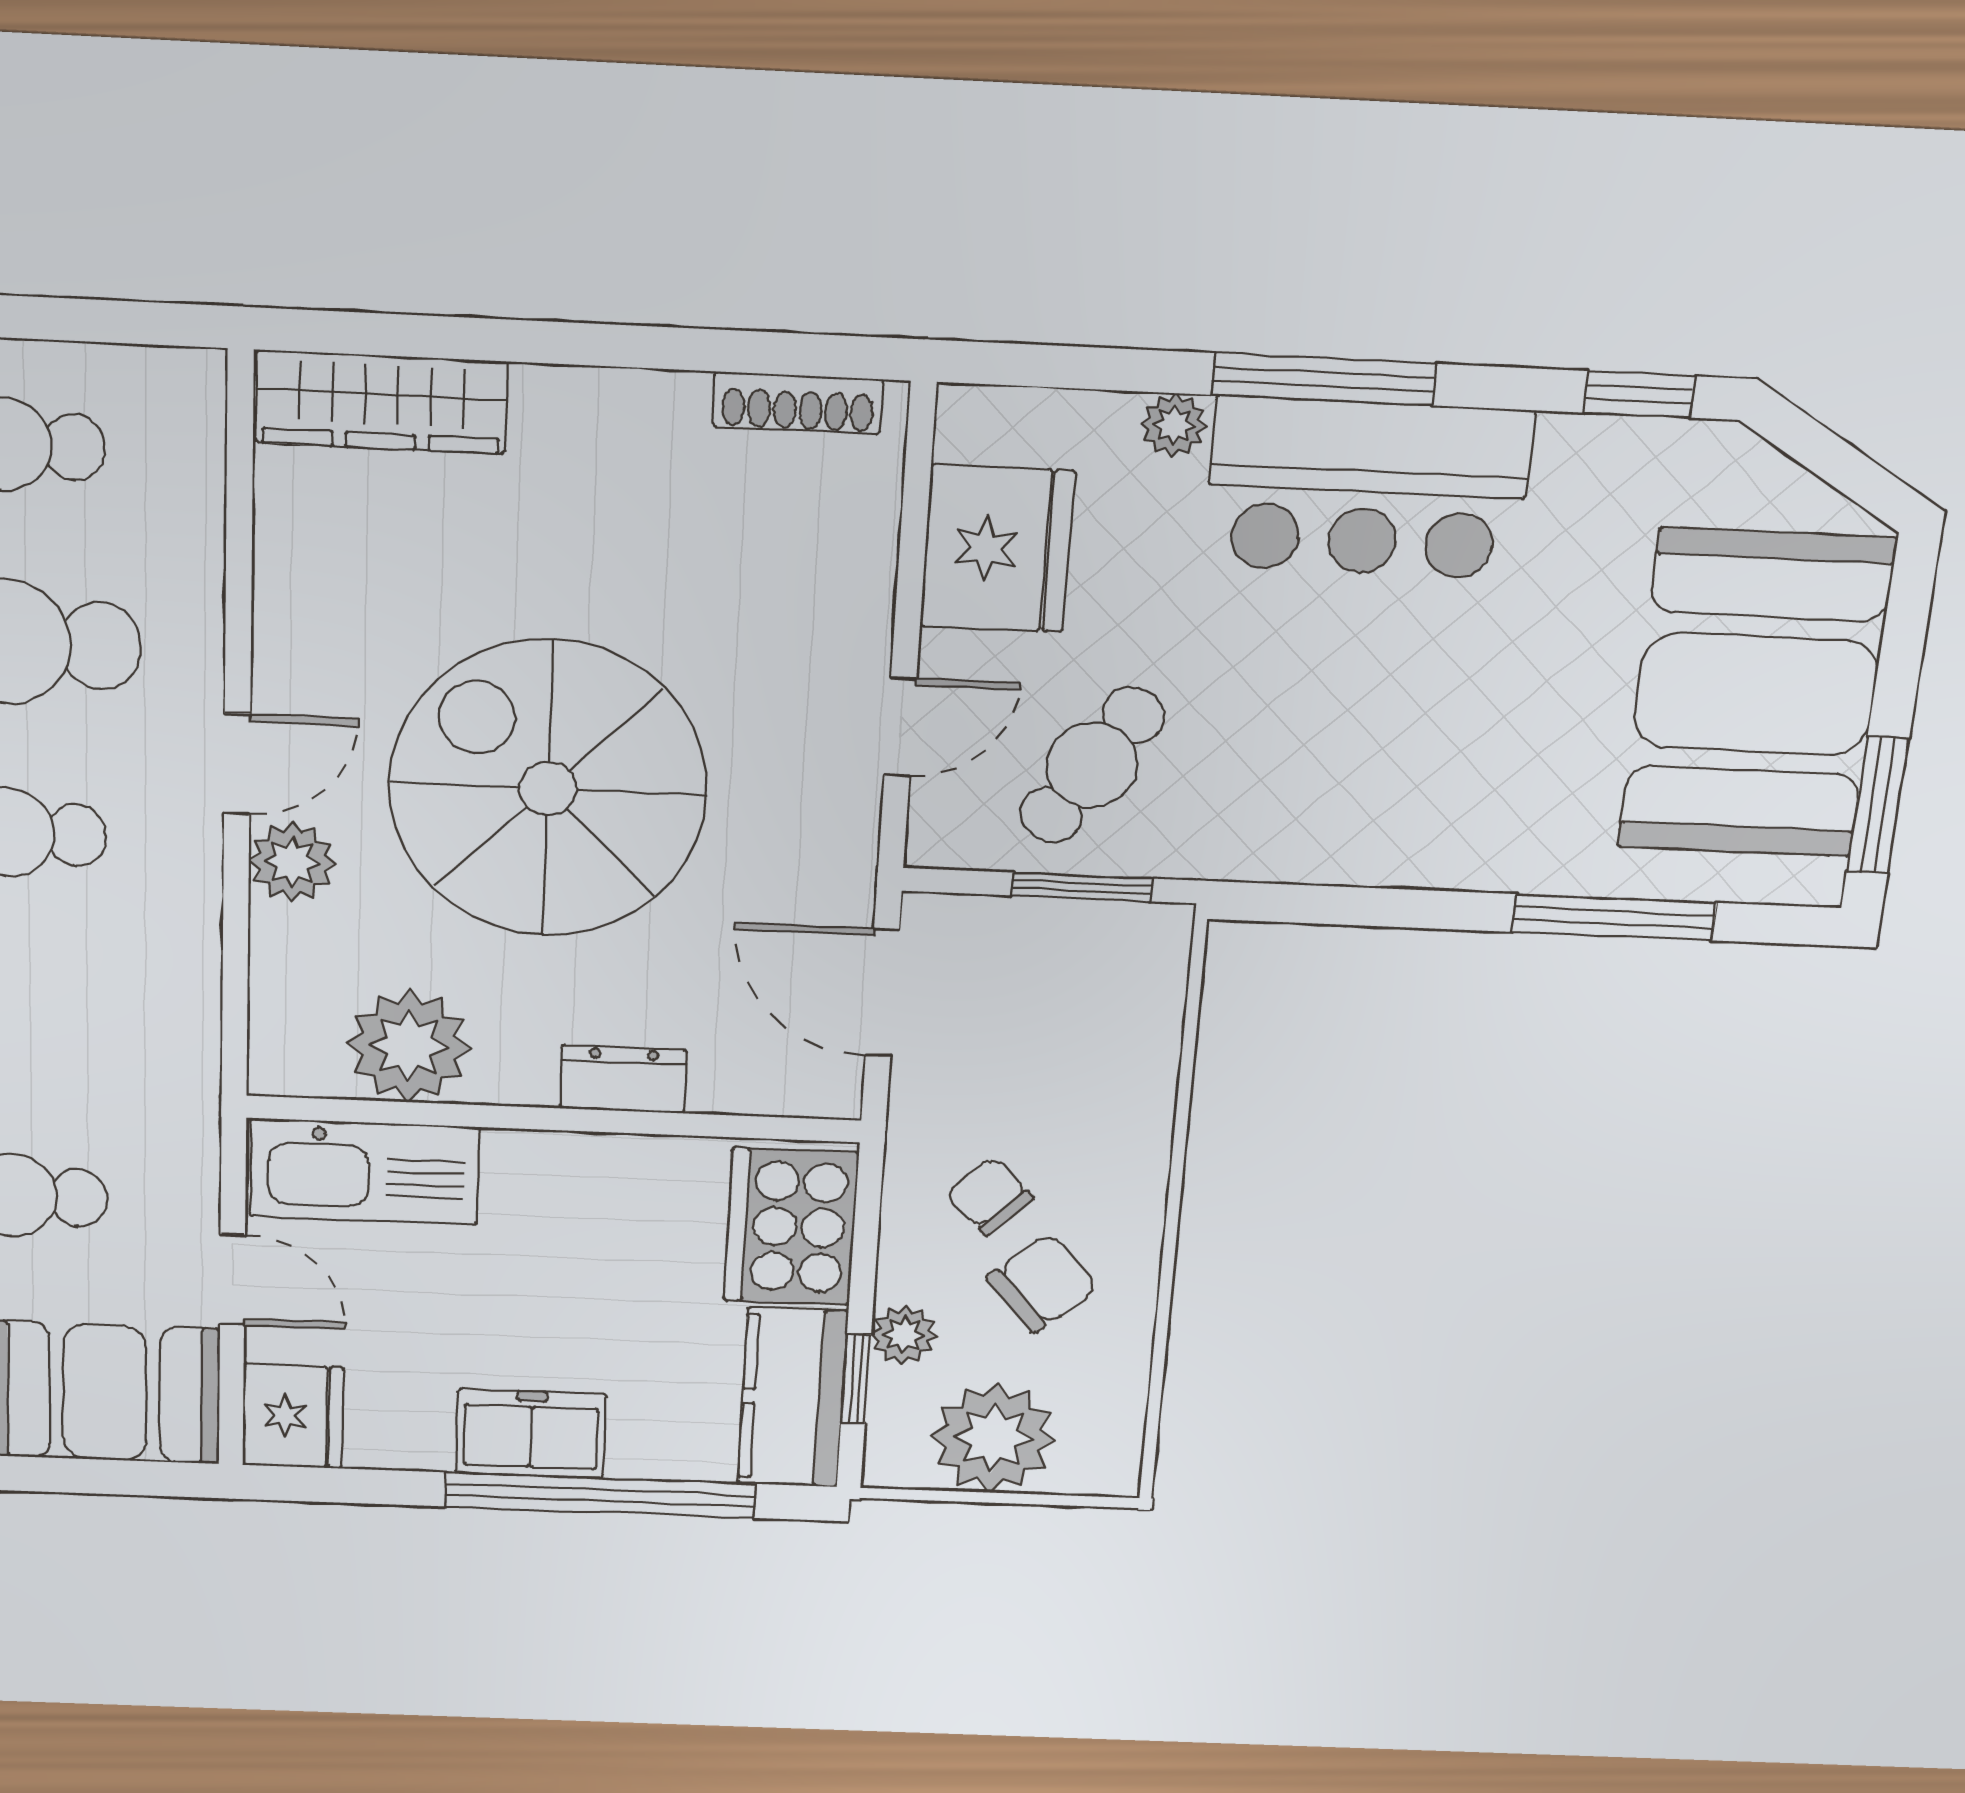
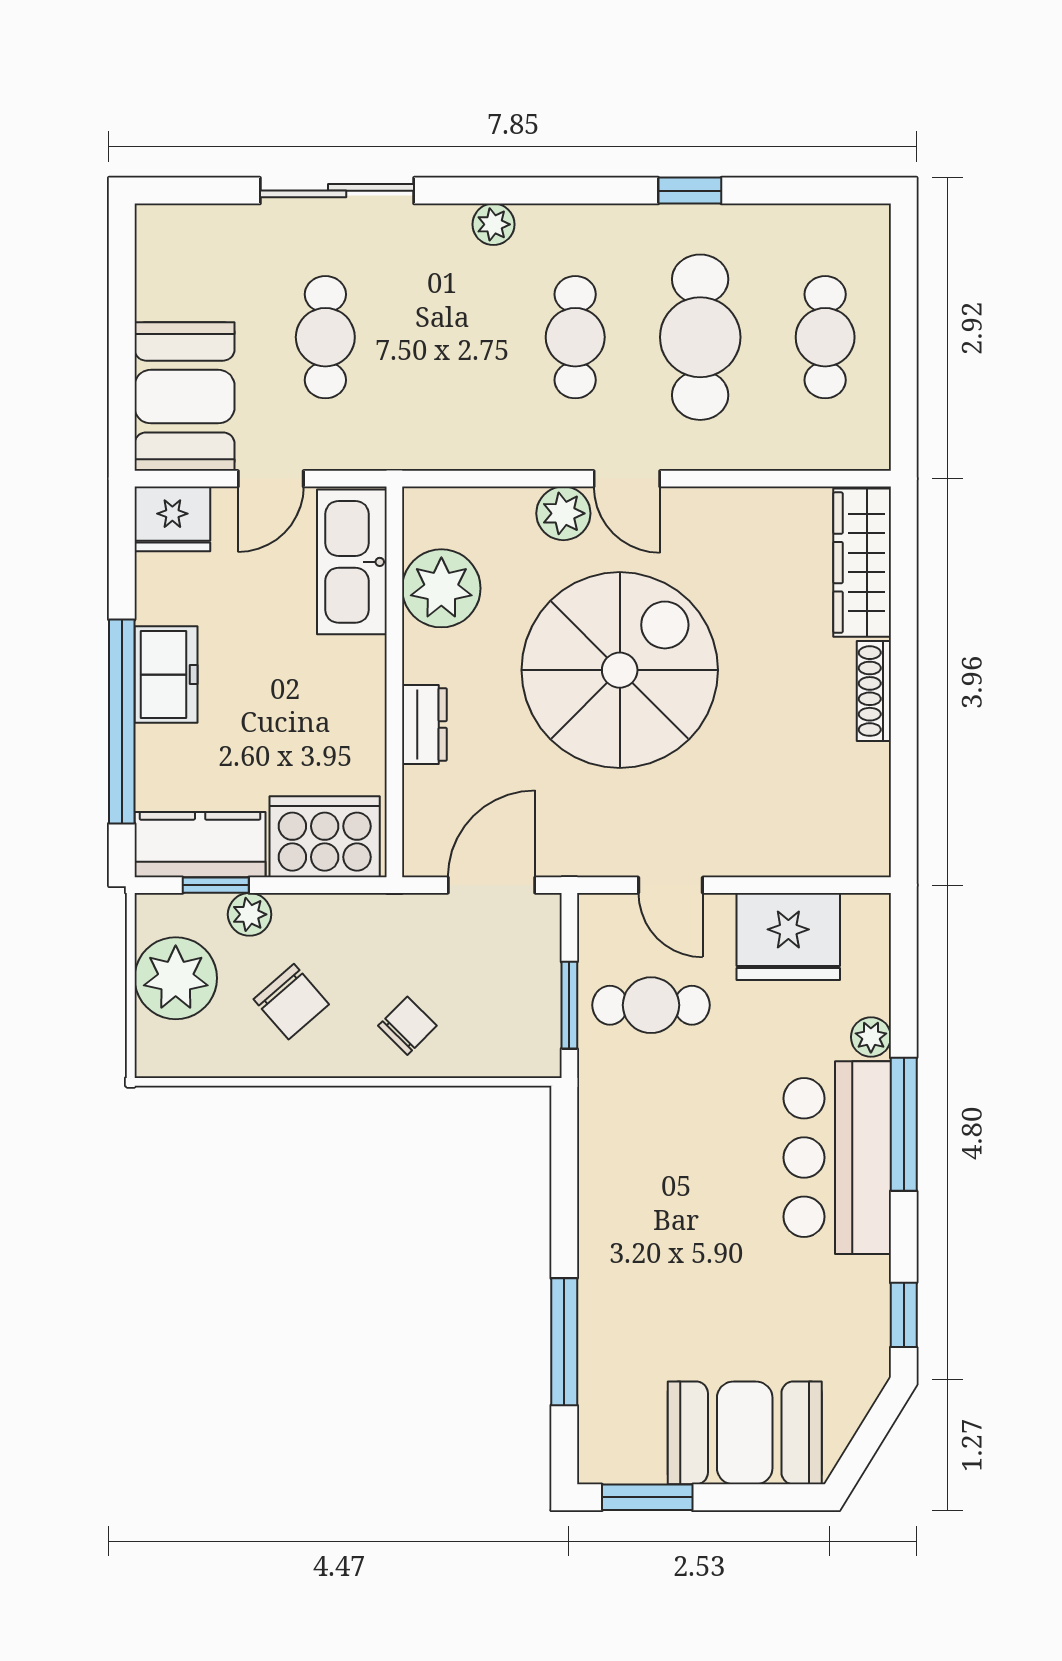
shoe rack: (798, 403) -> (874, 691), moved
booth: (1756, 694) -> (745, 1433), width x0.73, depth x0.70
cafe table: (1092, 765) -> (651, 1005), turned -34
chair: (990, 1196) -> (407, 1026), moved

